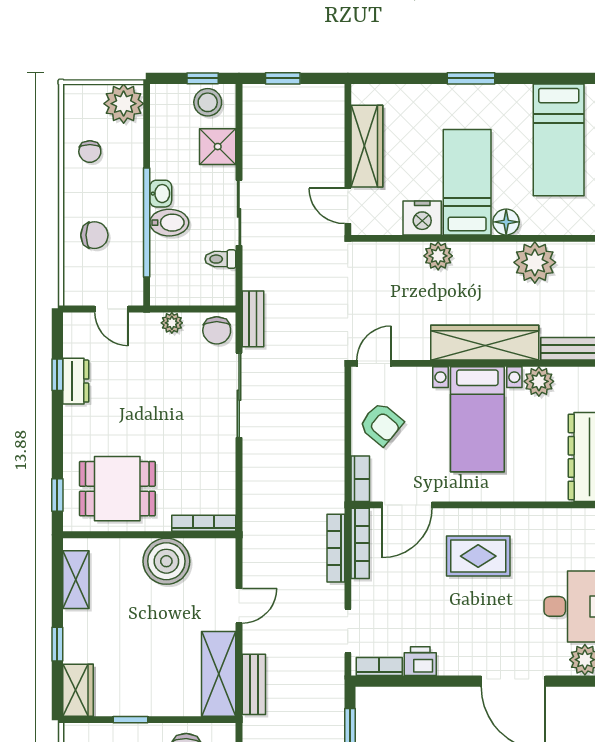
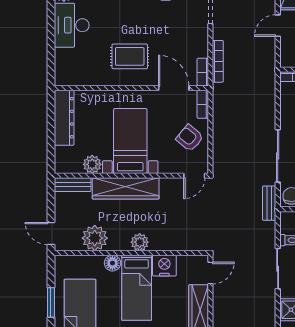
door: (348, 206) -> (210, 273), hinge flipped
plant: (438, 256) -> (140, 242), moved
door: (407, 505) -> (174, 88), hinge flipped
bookcase: (360, 543) -> (203, 72), width x0.64

